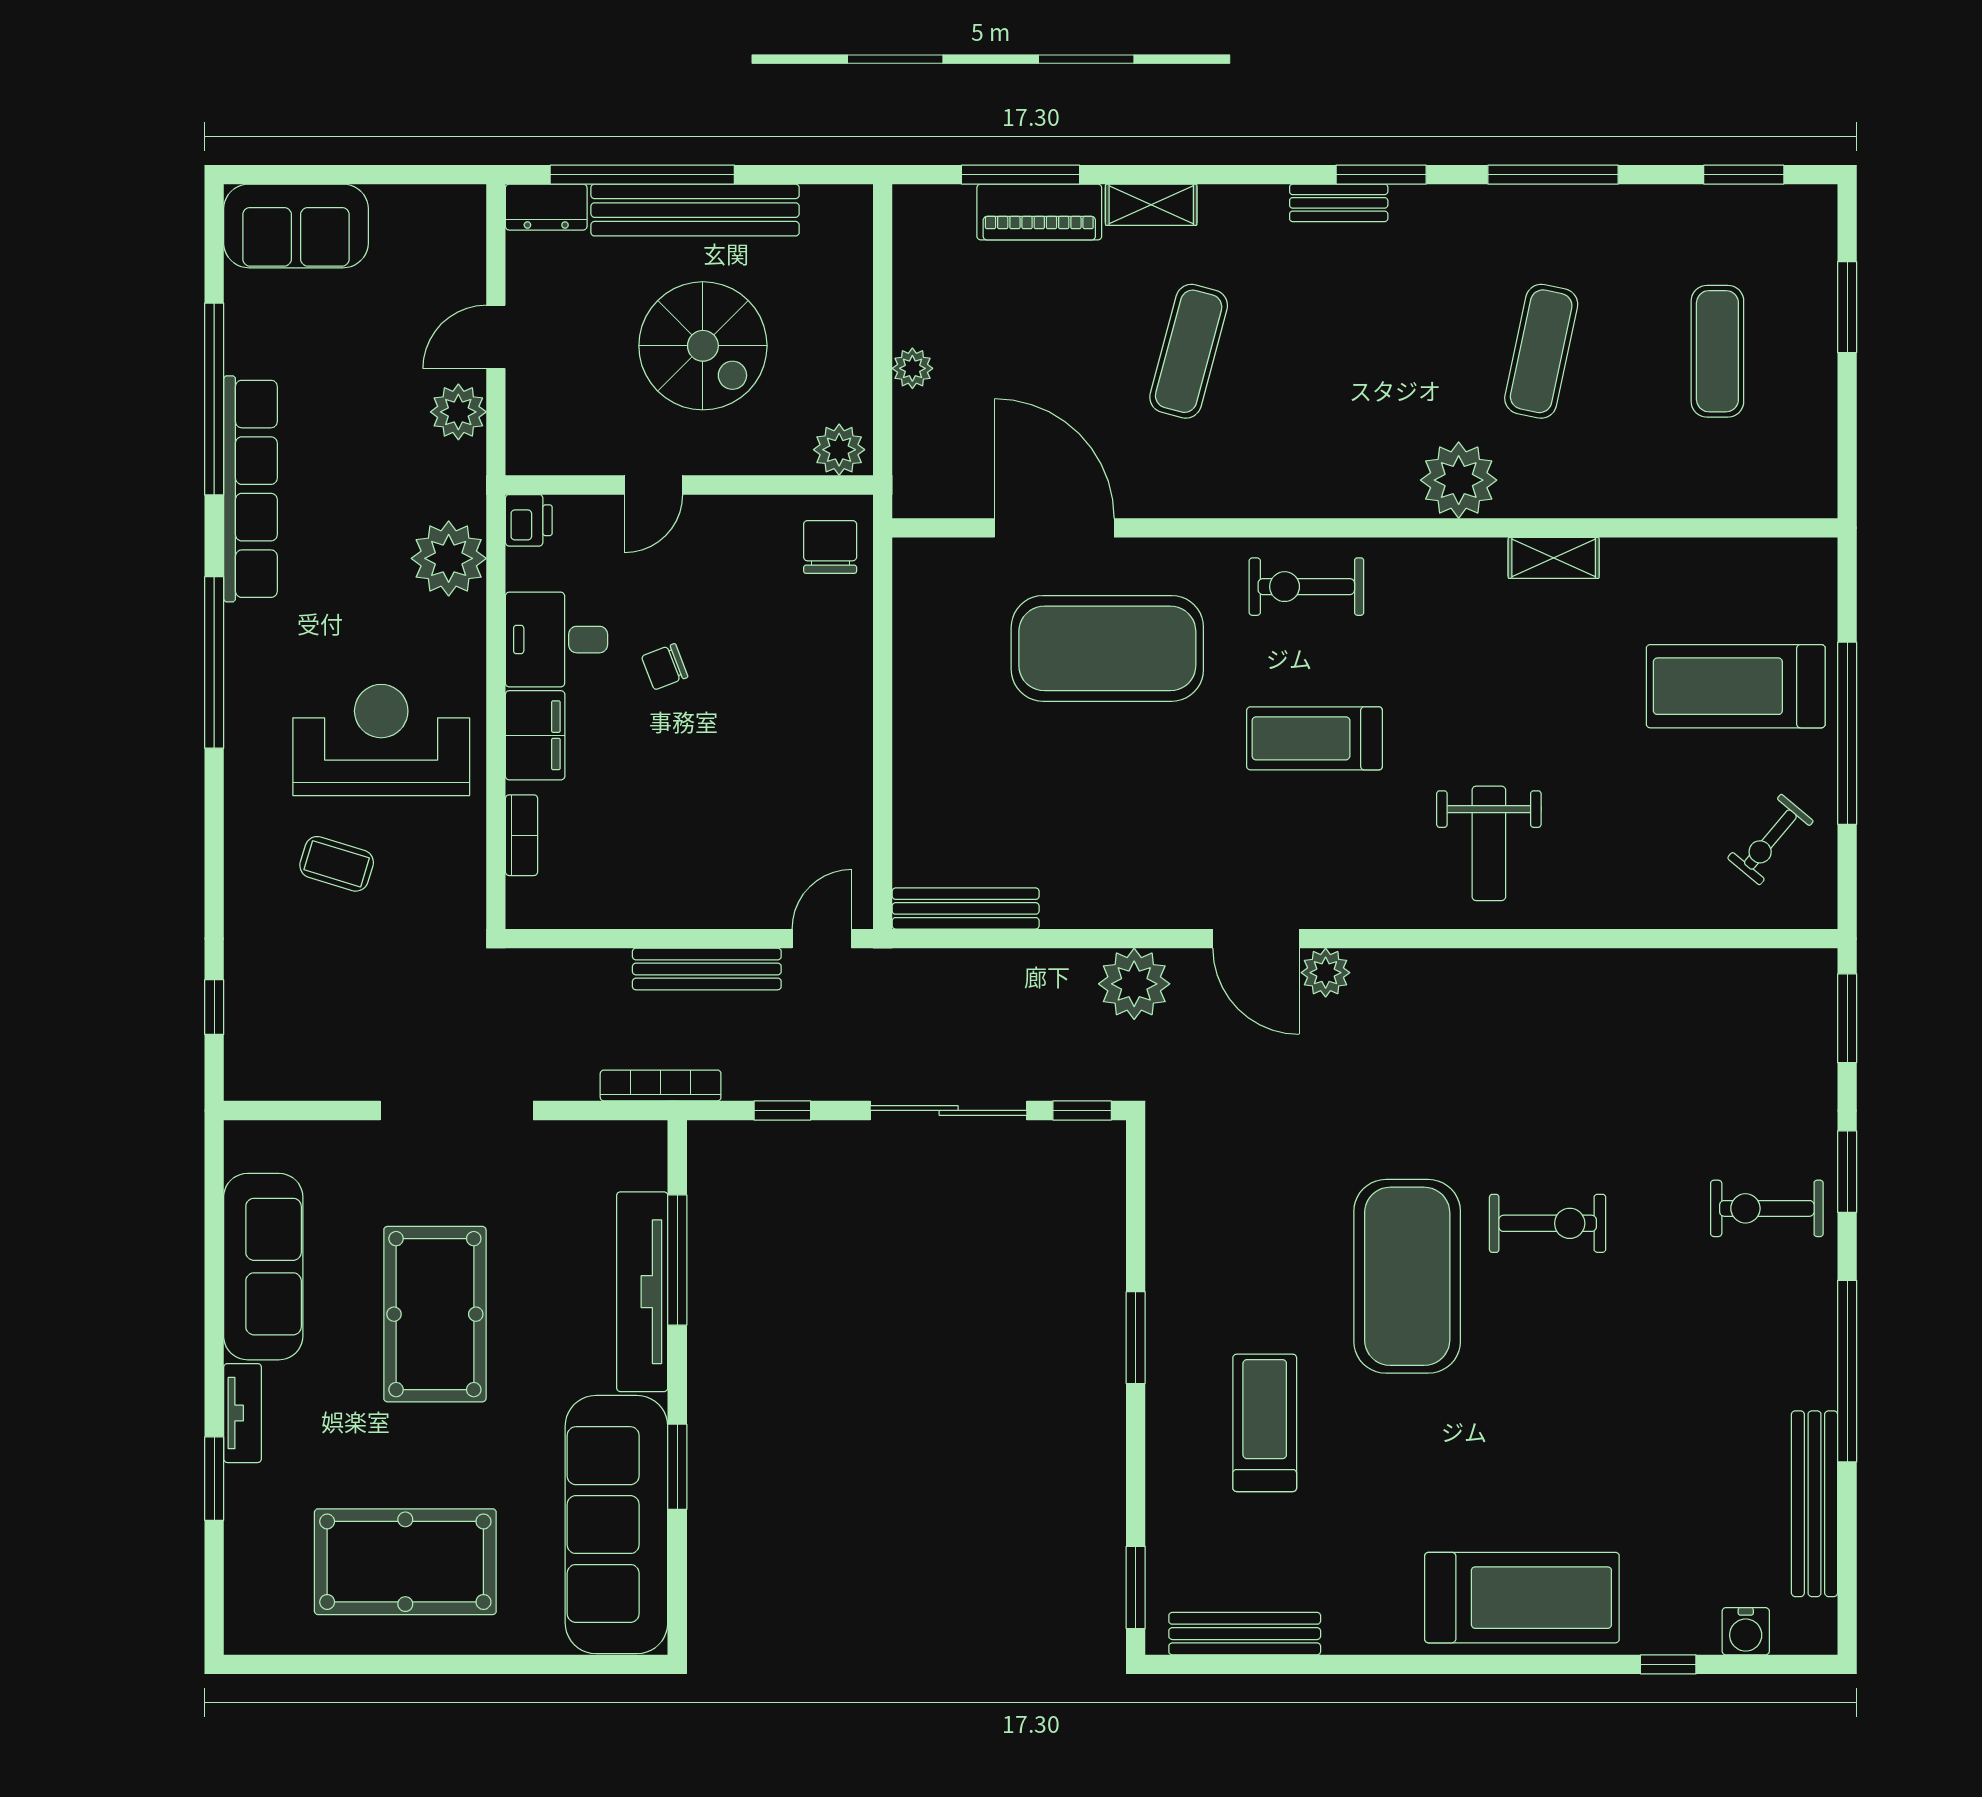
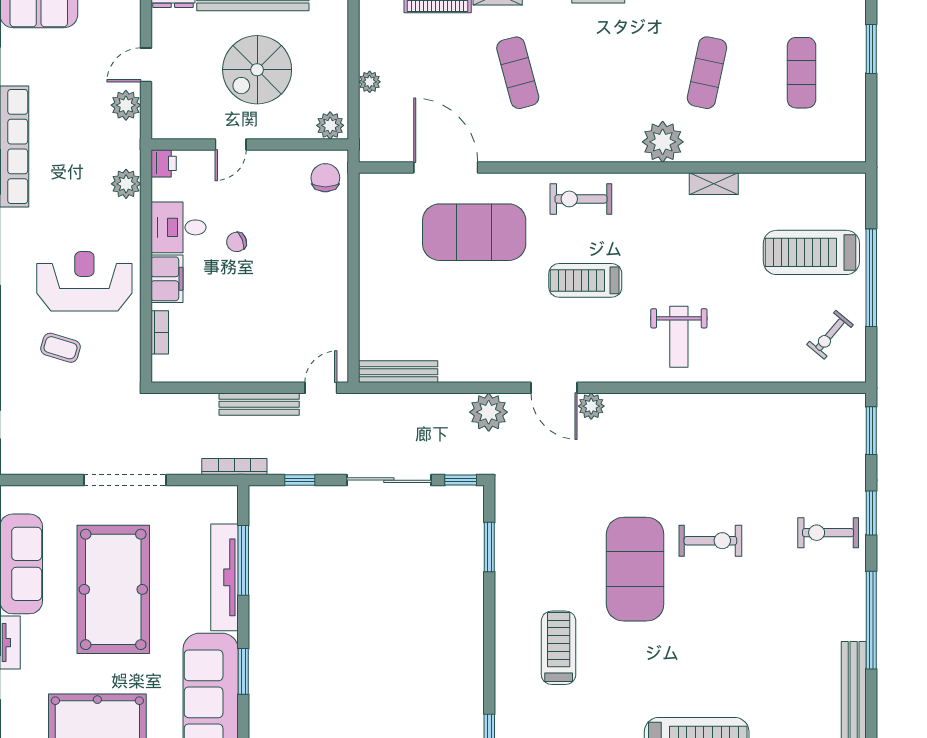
spiral stairs: (703, 346) -> (257, 70), turned 90
exercise mat: (1189, 351) -> (518, 73), turned -30
plant: (449, 558) -> (126, 184), width x0.73, depth x0.73
pool table: (435, 1314) -> (113, 589), width x1.36, depth x1.32
window: (1136, 1338) -> (489, 547), moved

